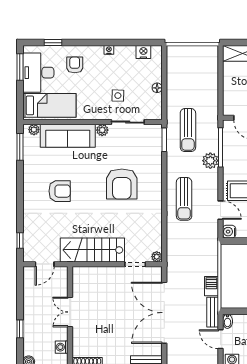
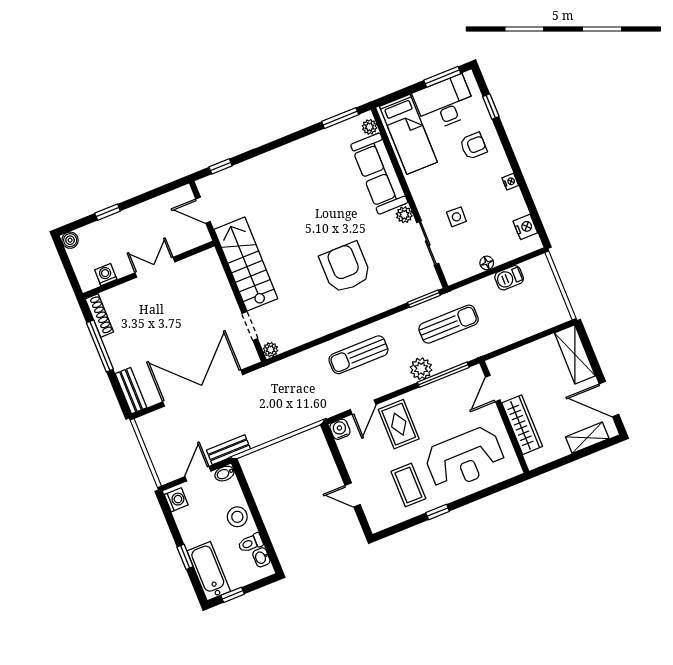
sun lounger: (188, 130) -> (449, 324), turned 180
armchair: (122, 184) -> (345, 268), turned 90
armchair: (60, 191) -> (304, 192), removed
barbecue: (211, 286) -> (509, 278), moved, turned 180

